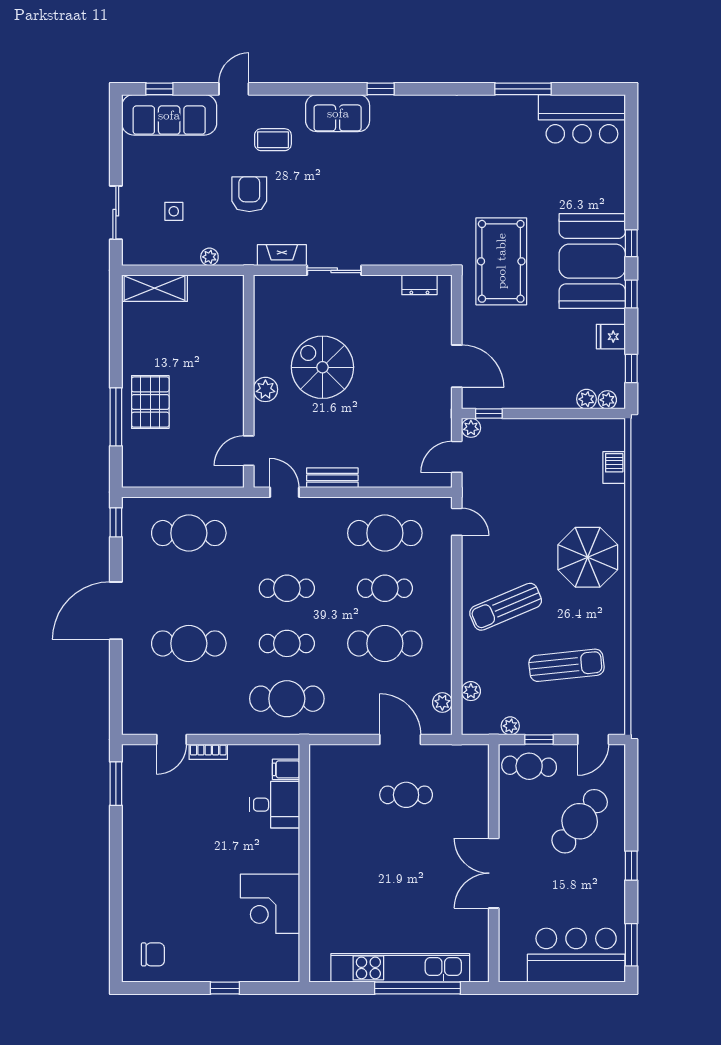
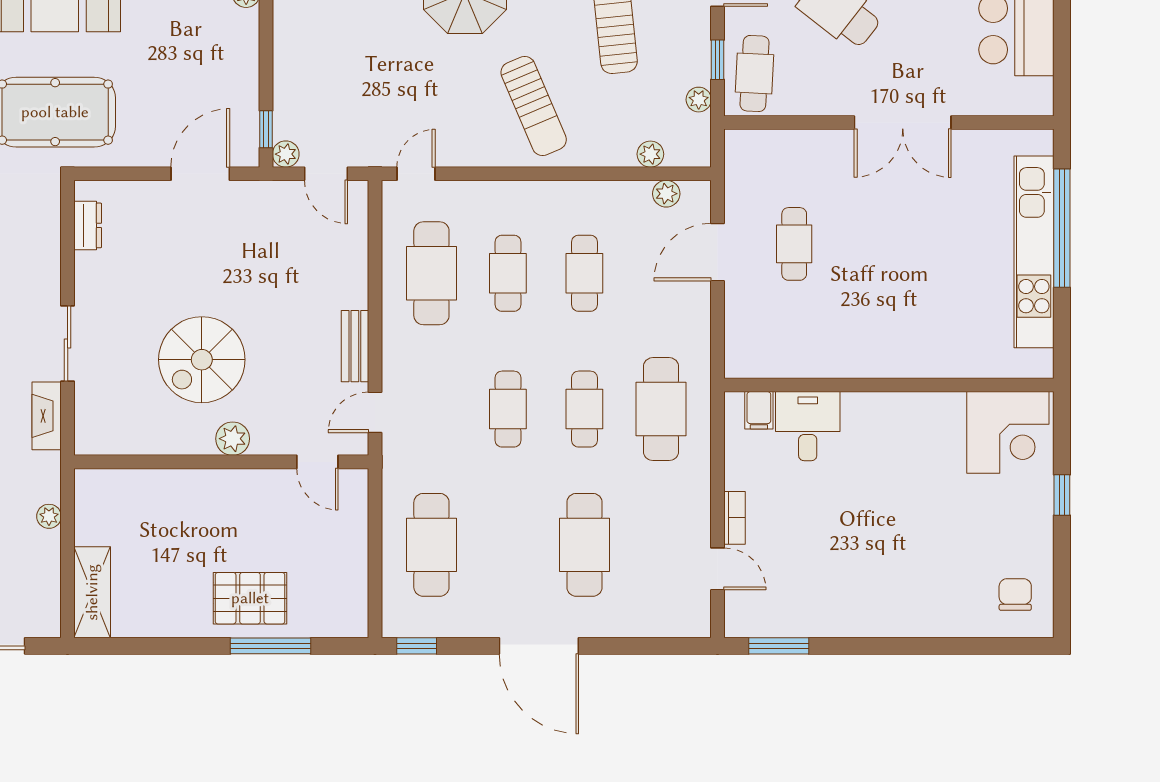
cafe table: (385, 643) -> (584, 273), width x0.73, depth x0.74
corner desk: (270, 904) -> (1008, 432), moved

